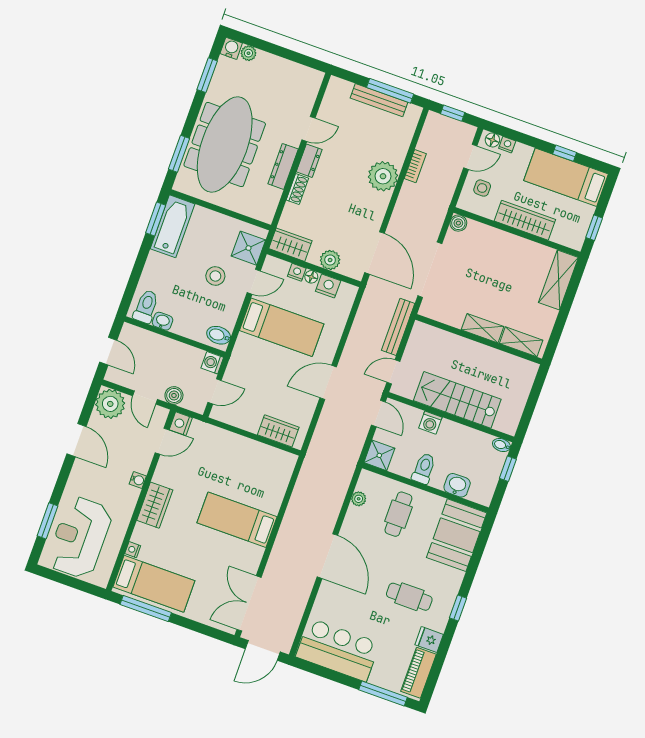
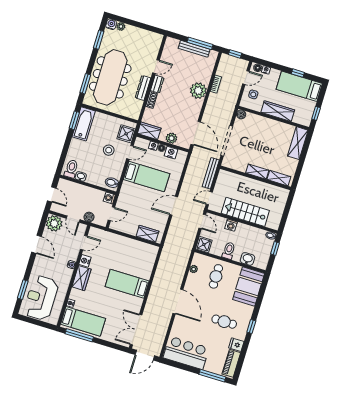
nightstand: (181, 424) -> (85, 261), moved

